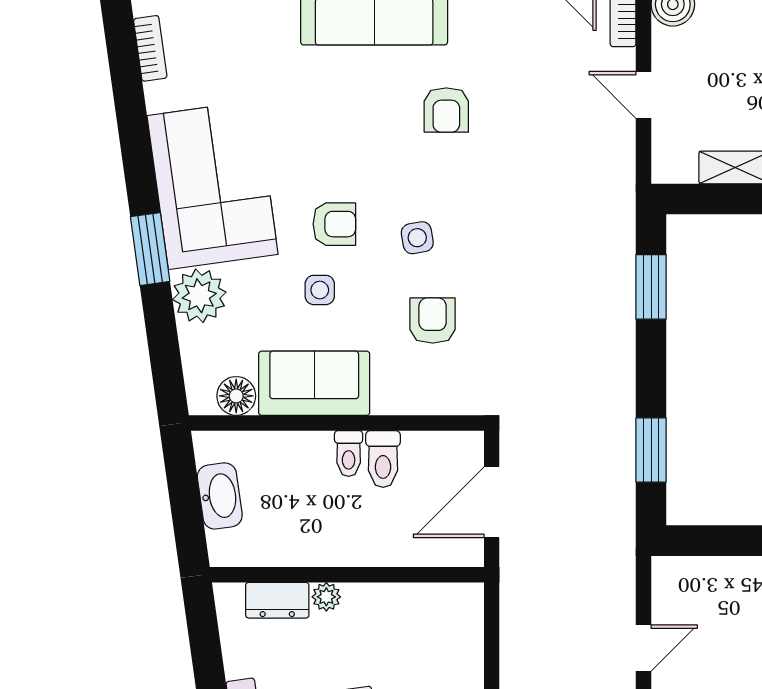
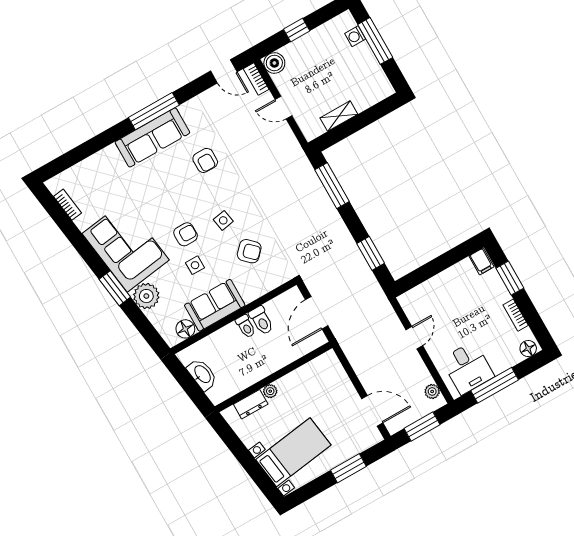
window: (651, 287) -> (332, 186), width x1.44
armchair: (433, 321) -> (249, 251), turned 134

